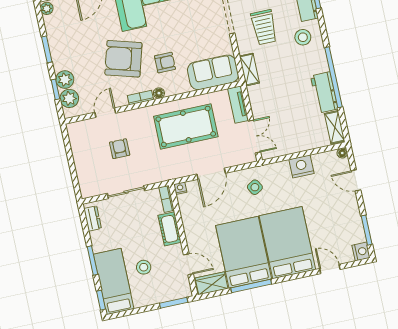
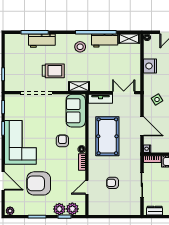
stool: (303, 37) -> (80, 47), moved
armchair: (123, 59) -> (39, 183), moved, turned 74
door: (105, 113) -> (87, 187), hinge flipped

